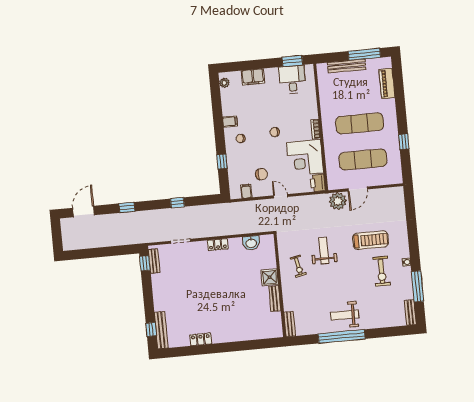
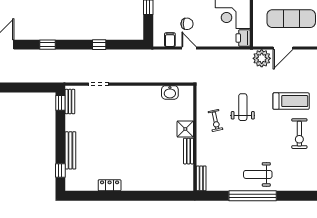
door: (281, 196) -> (189, 48), moved
locker: (218, 245) -> (136, 91), removed
bench: (161, 330) -> (70, 150), moved

